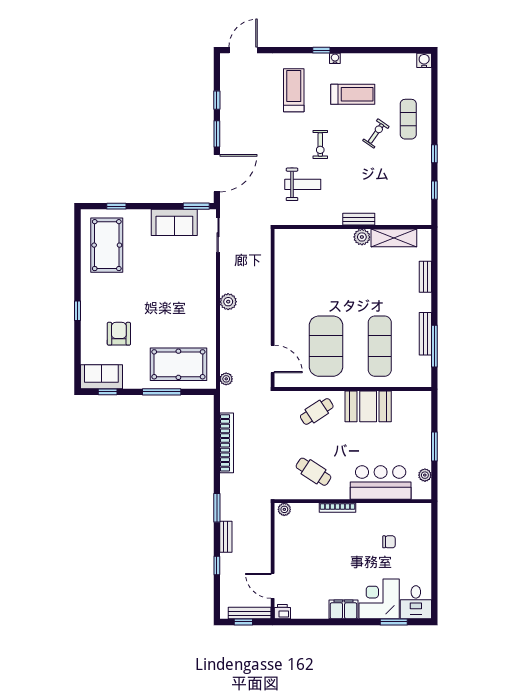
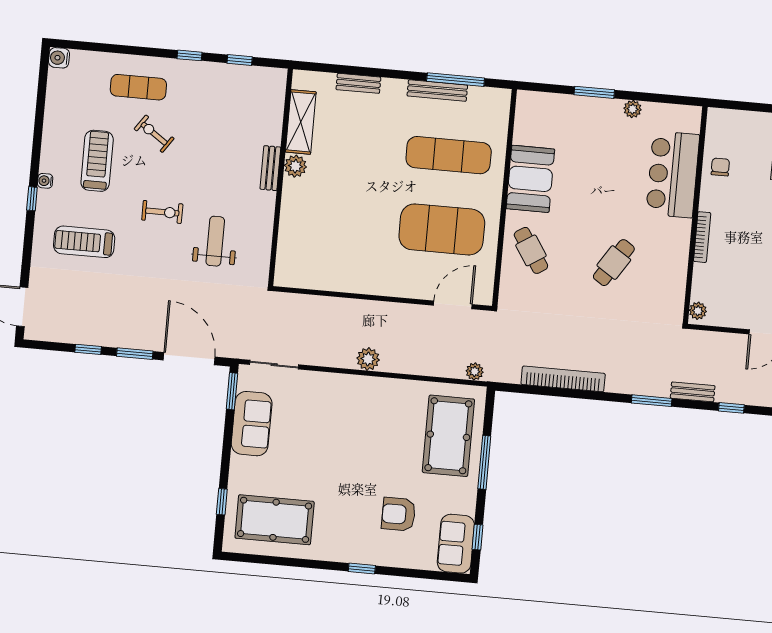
bar counter: (381, 482) -> (673, 174), moved
wall: (353, 501) -> (695, 215), moved
bookcase: (338, 508) -> (702, 237), moved
plant: (284, 509) -> (698, 311), moved

